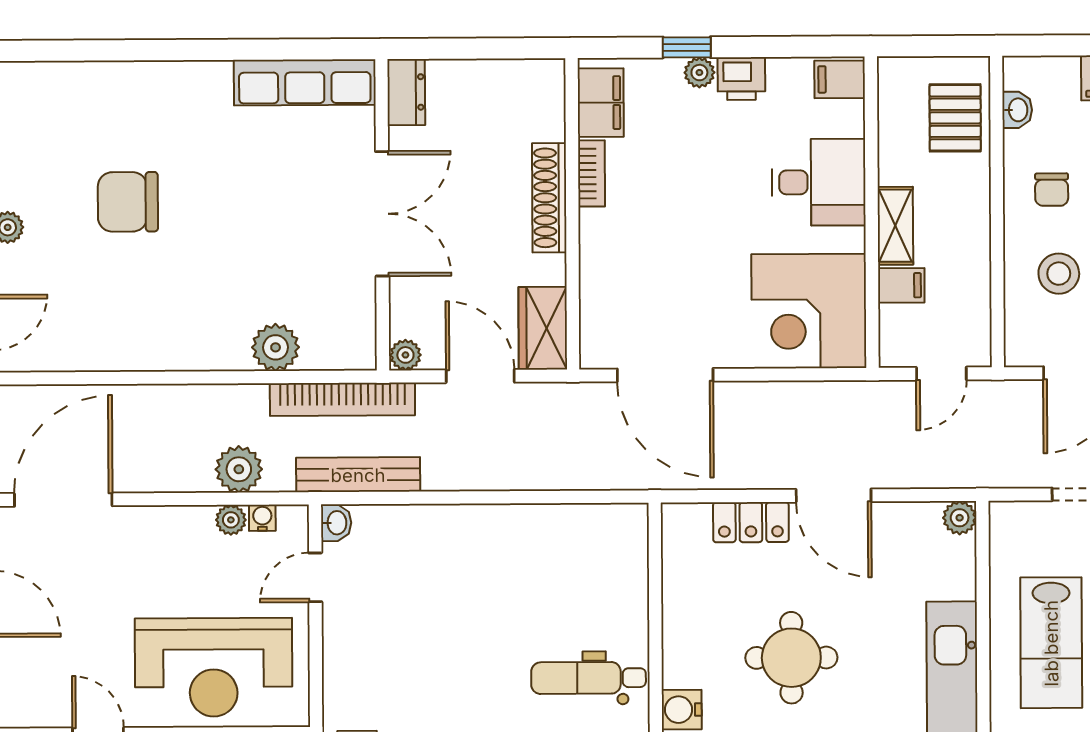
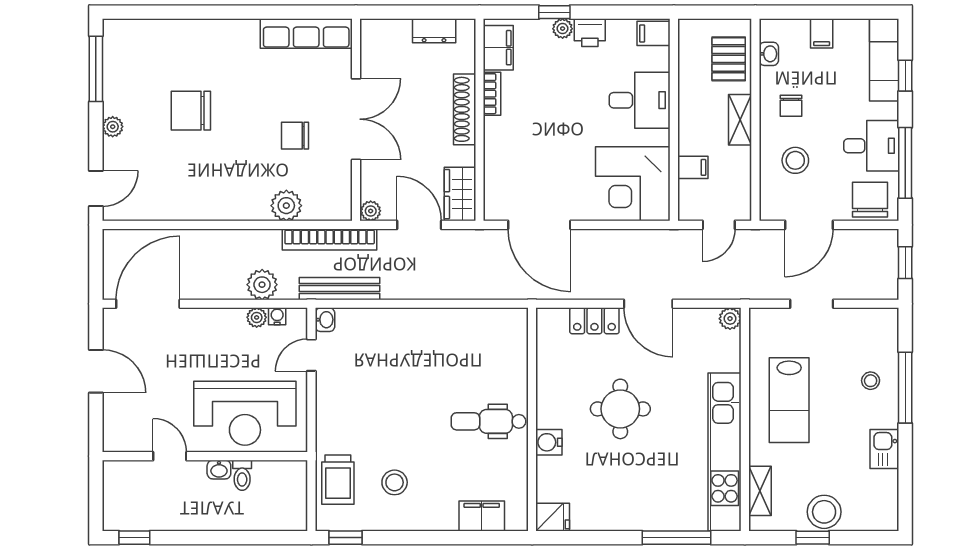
dresser: (406, 92) -> (434, 31), moved, turned 90
shelving: (895, 226) -> (740, 120), moved
chair: (288, 240) -> (295, 136), added

